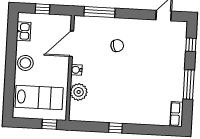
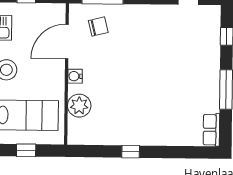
chair: (117, 46) -> (98, 26), moved
window: (49, 124) -> (26, 150), moved

